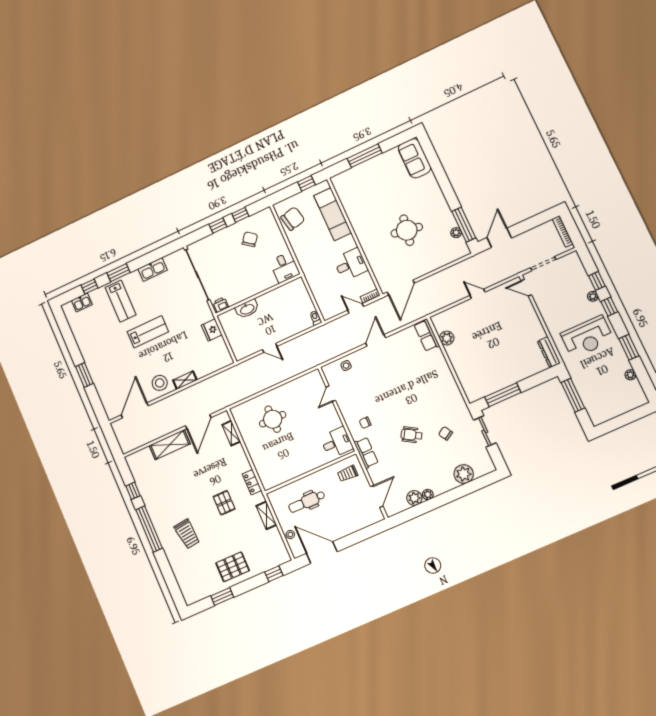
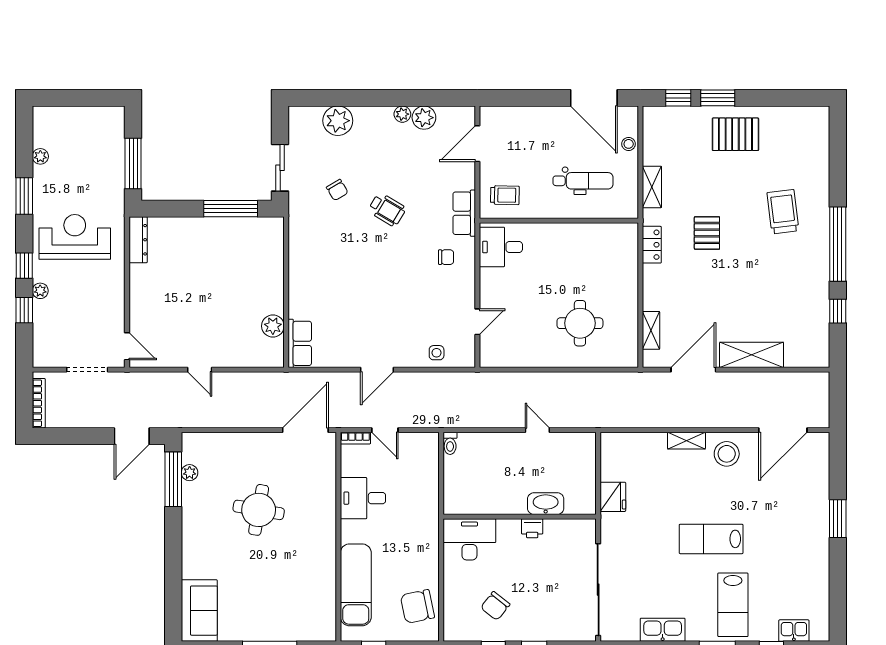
desk: (285, 267) -> (469, 539), width x1.37
lab bench: (121, 301) -> (733, 605), turned 180
printer: (221, 305) -> (532, 528), moved
window: (222, 596) -> (718, 98), moved

